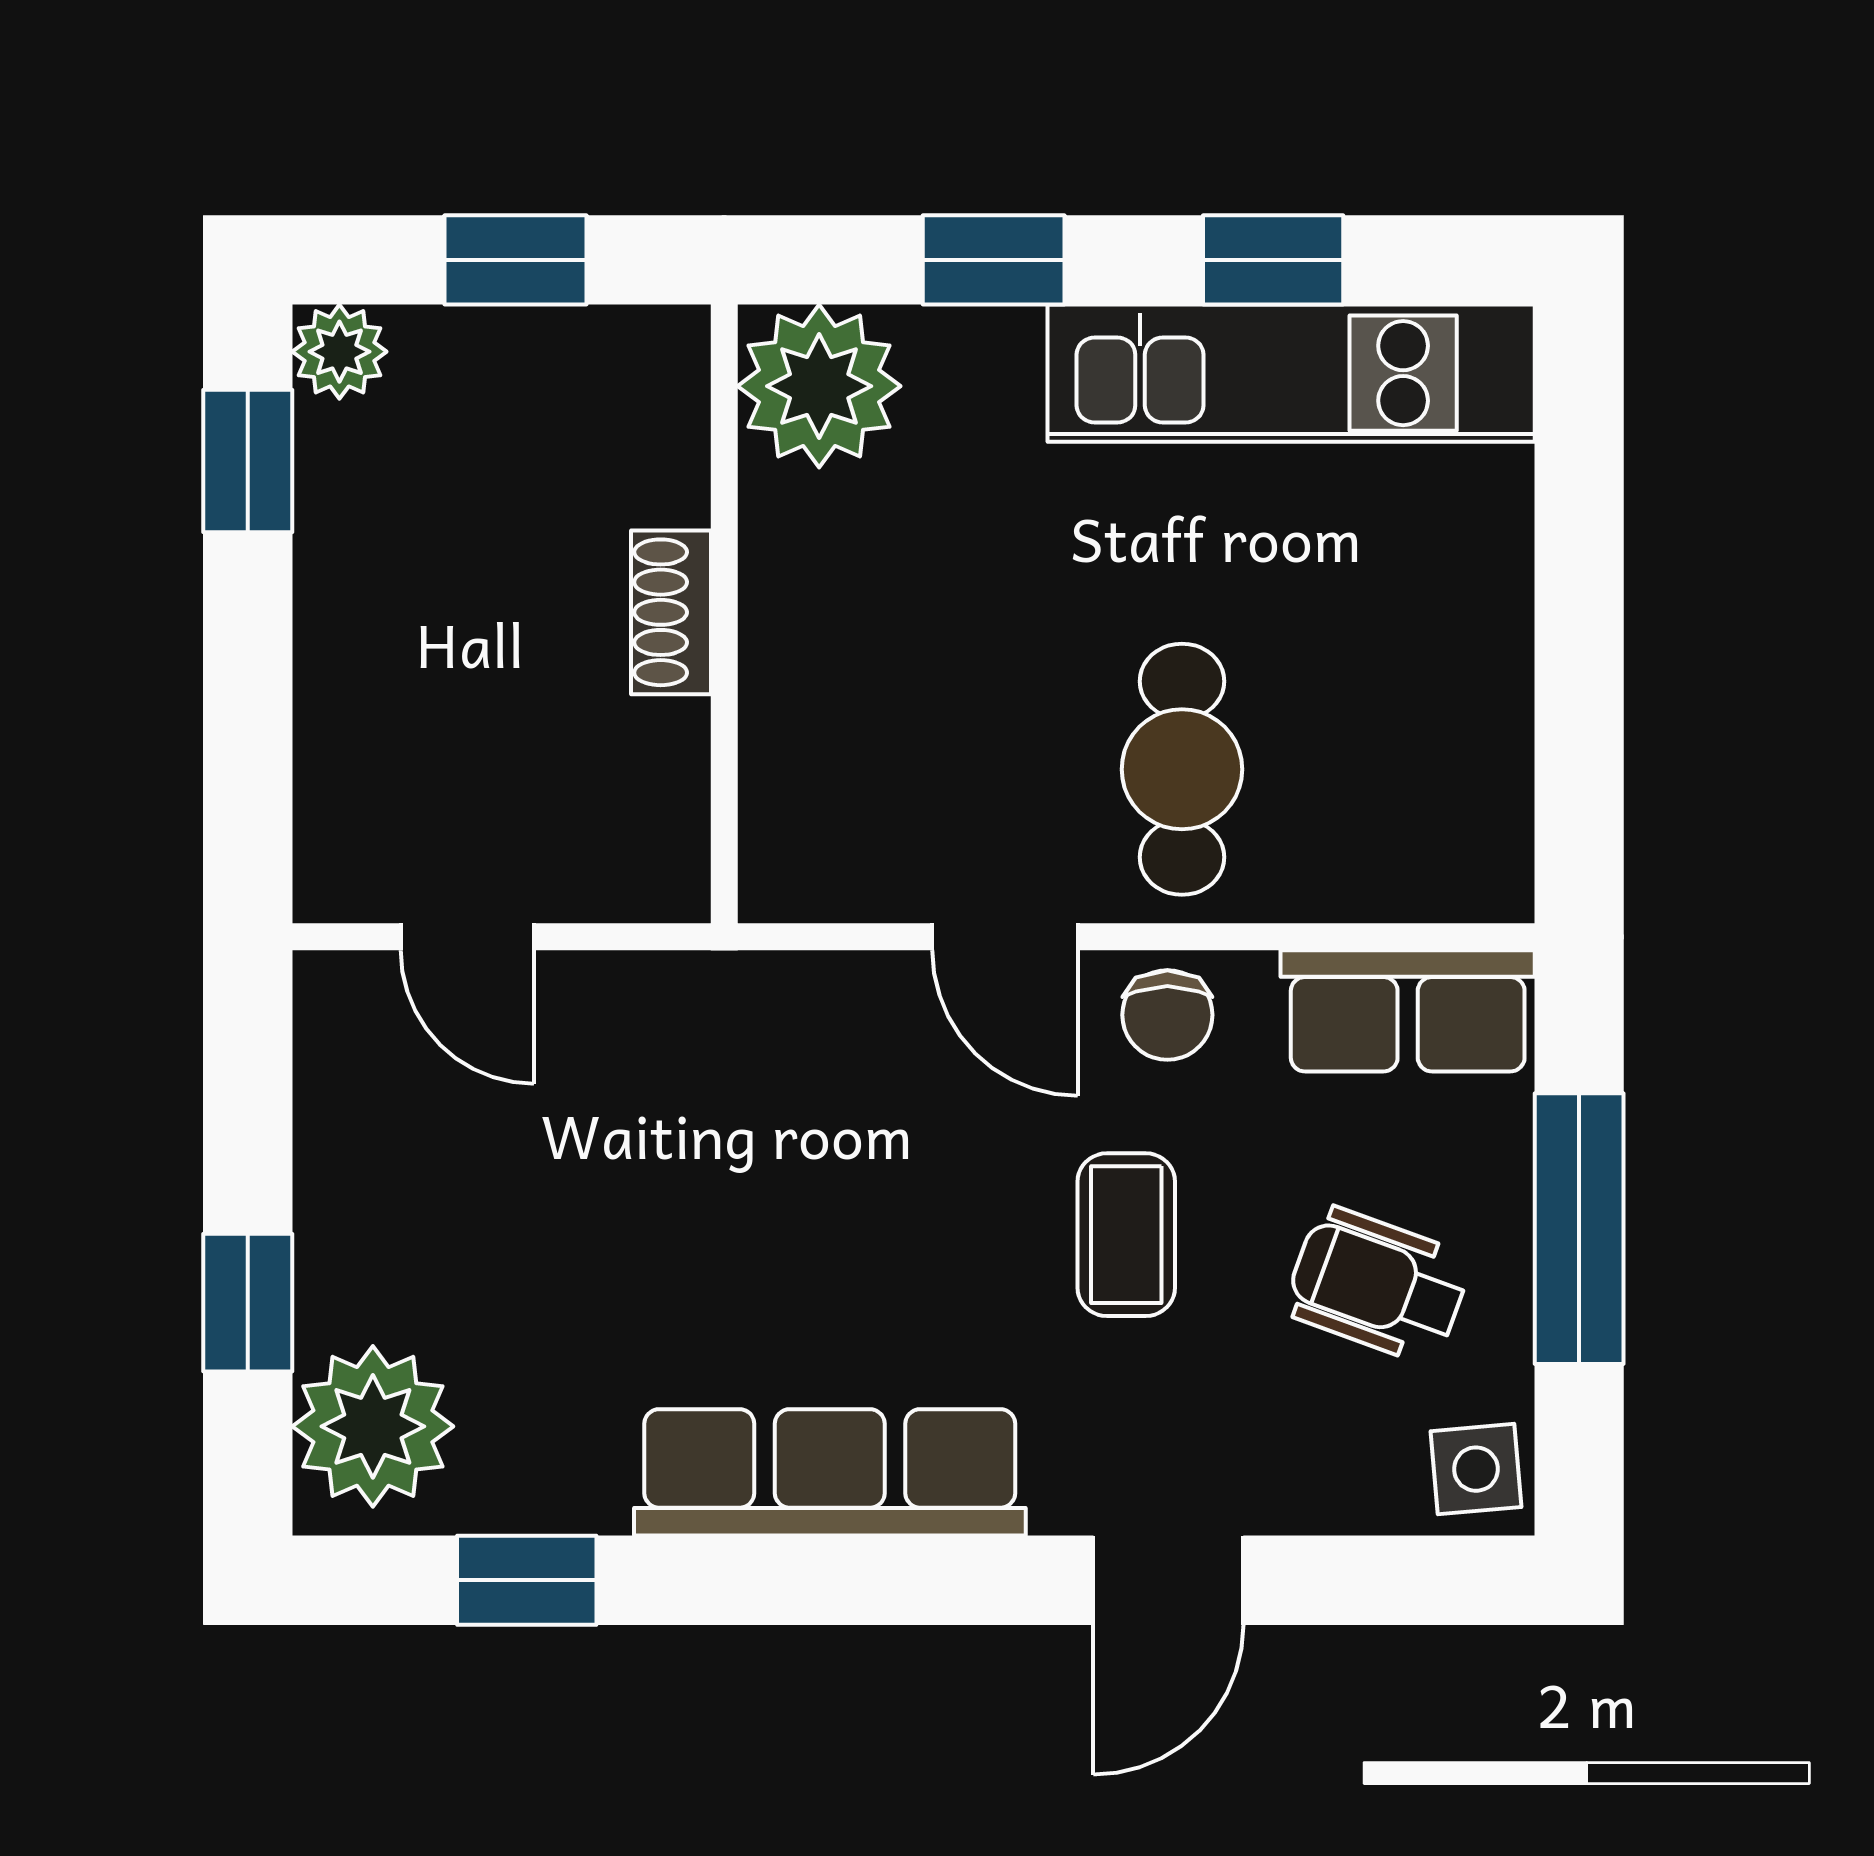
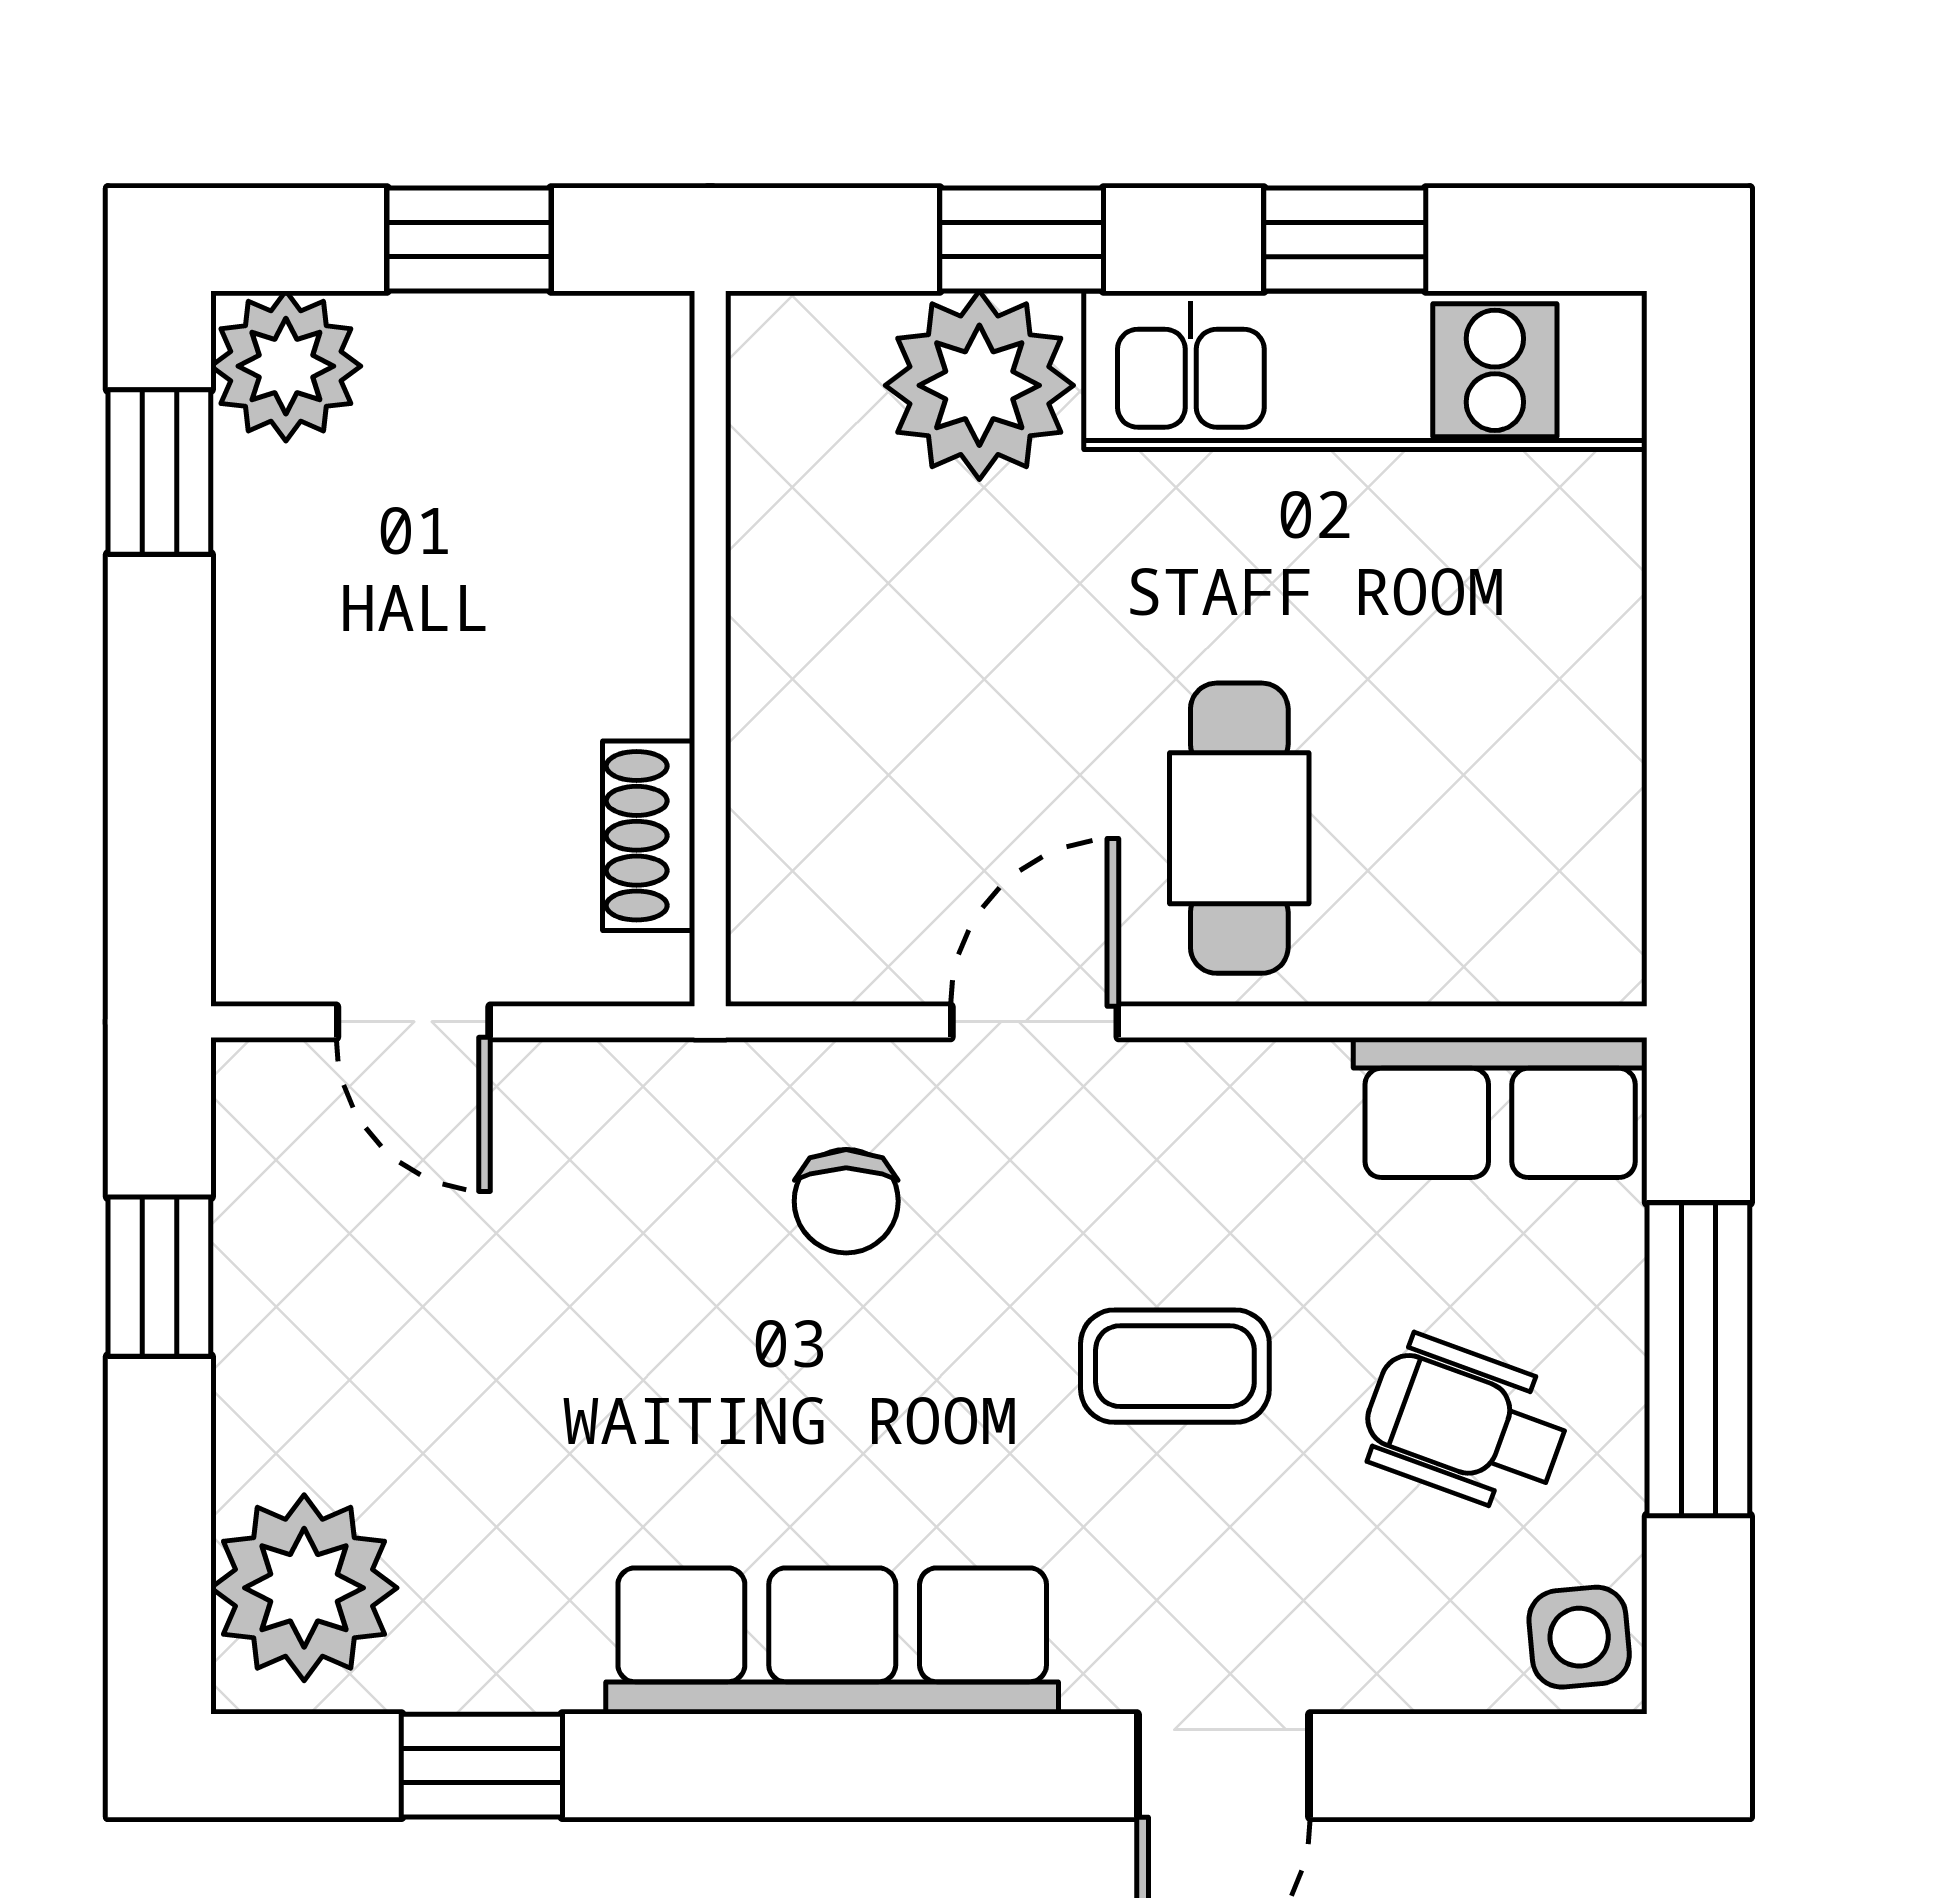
plant: (339, 352) -> (286, 366), width x1.38, depth x1.38
plant: (819, 386) -> (979, 385), moved
shoe rack: (671, 612) -> (649, 836), moved
door: (1005, 937) -> (1035, 1022), swing flipped
chair: (1167, 1015) -> (846, 1201), moved
coffee table: (1126, 1235) -> (1175, 1366), turned 90
window: (248, 1303) -> (159, 1277), moved

